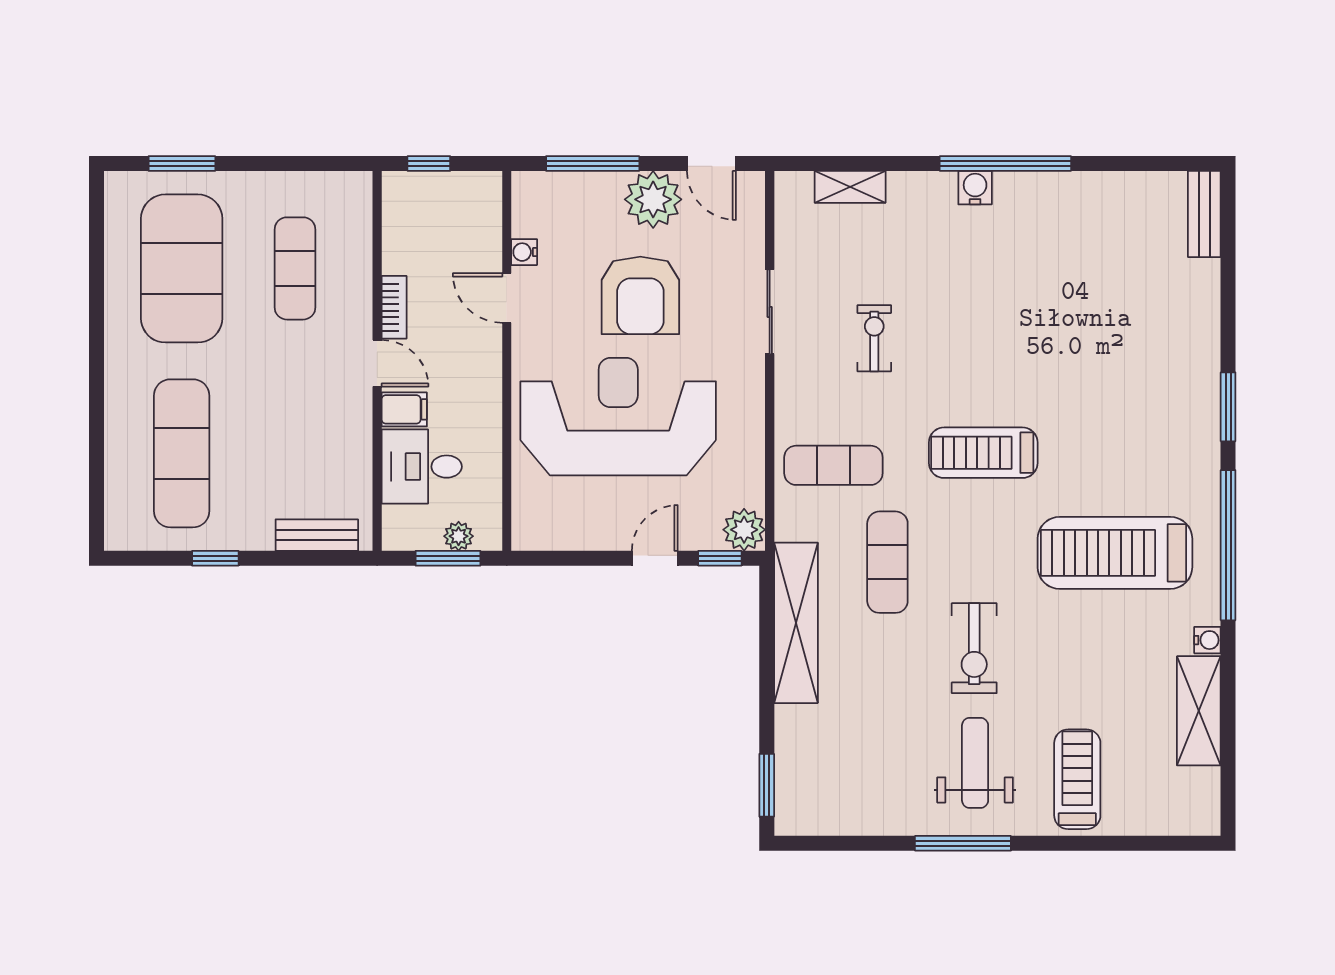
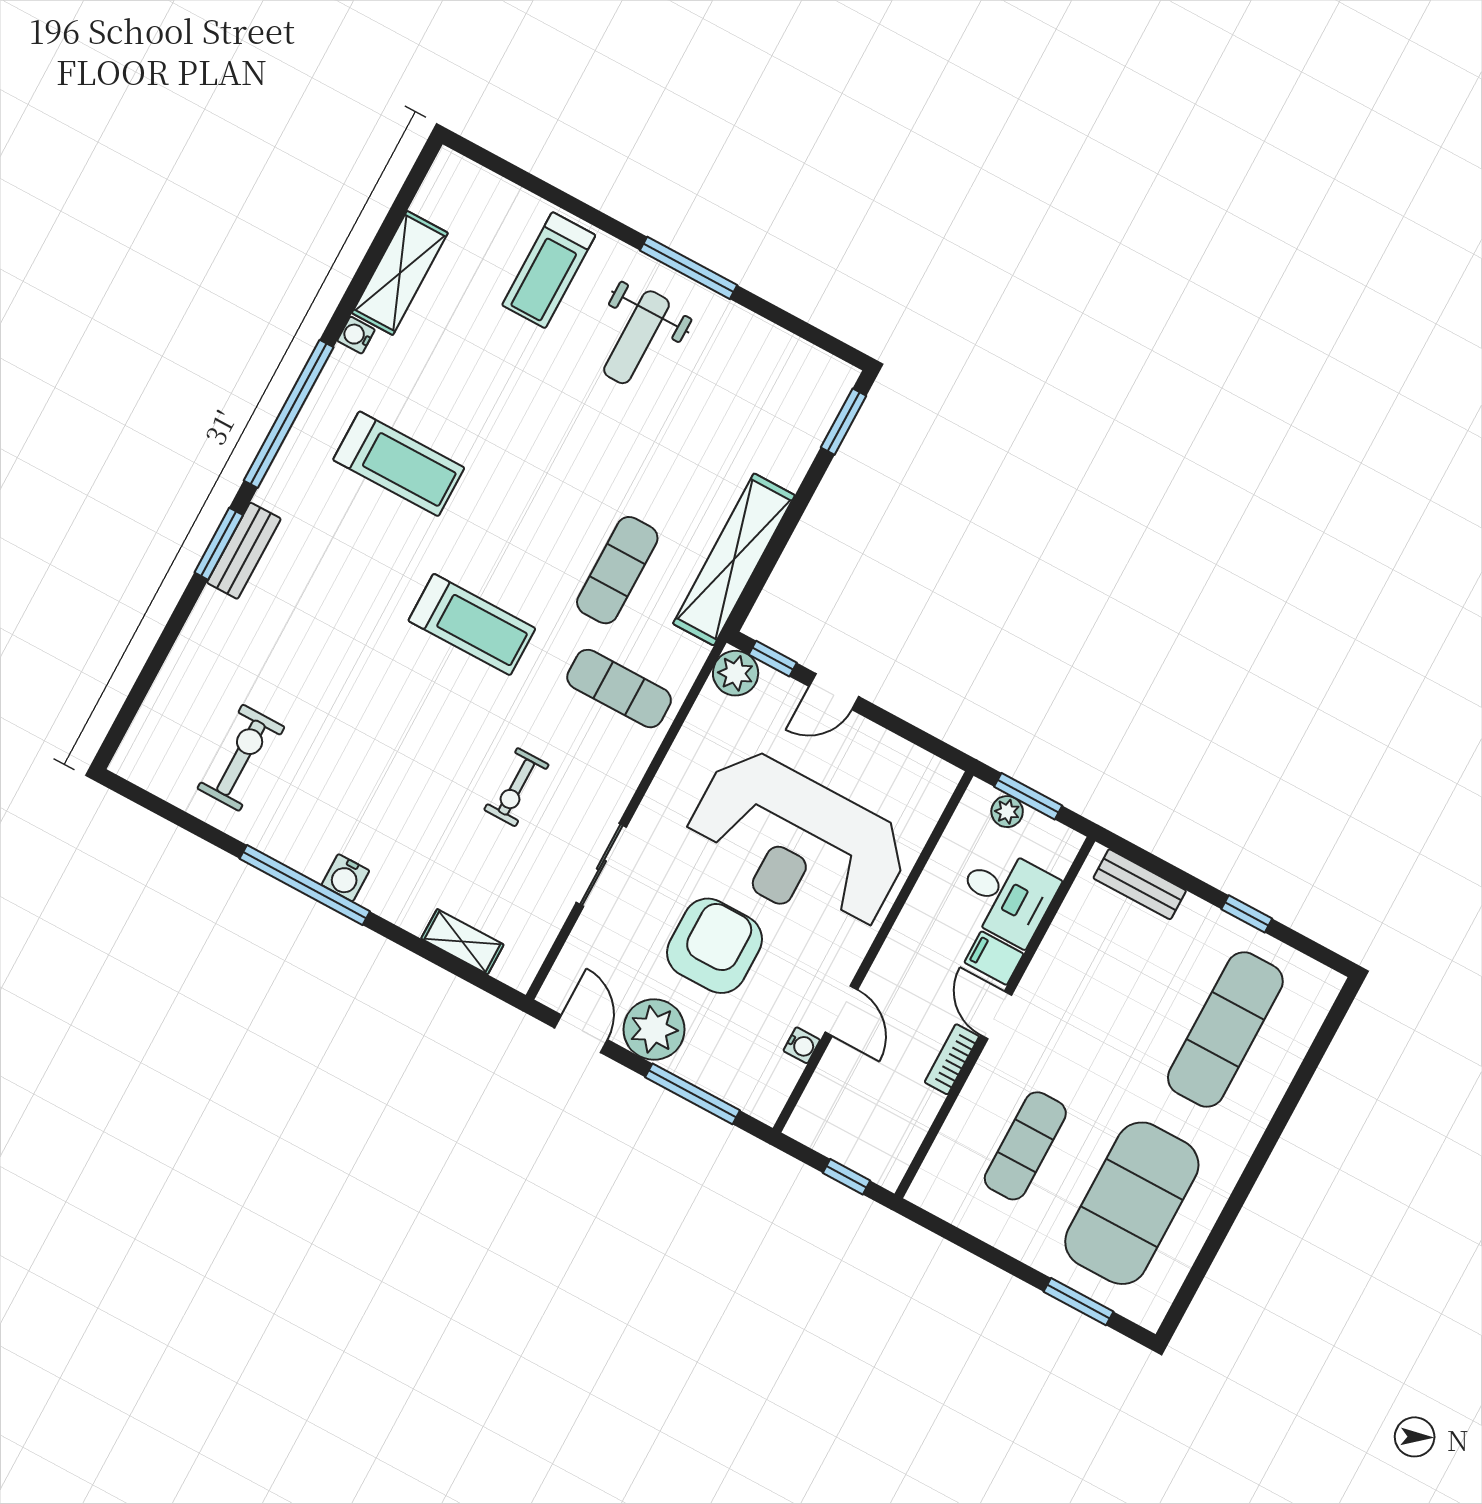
bench: (1204, 214) -> (244, 551), moved
treadmill: (1115, 553) -> (399, 464), width x0.73, depth x0.73
exercise bike: (974, 648) -> (241, 758), moved

